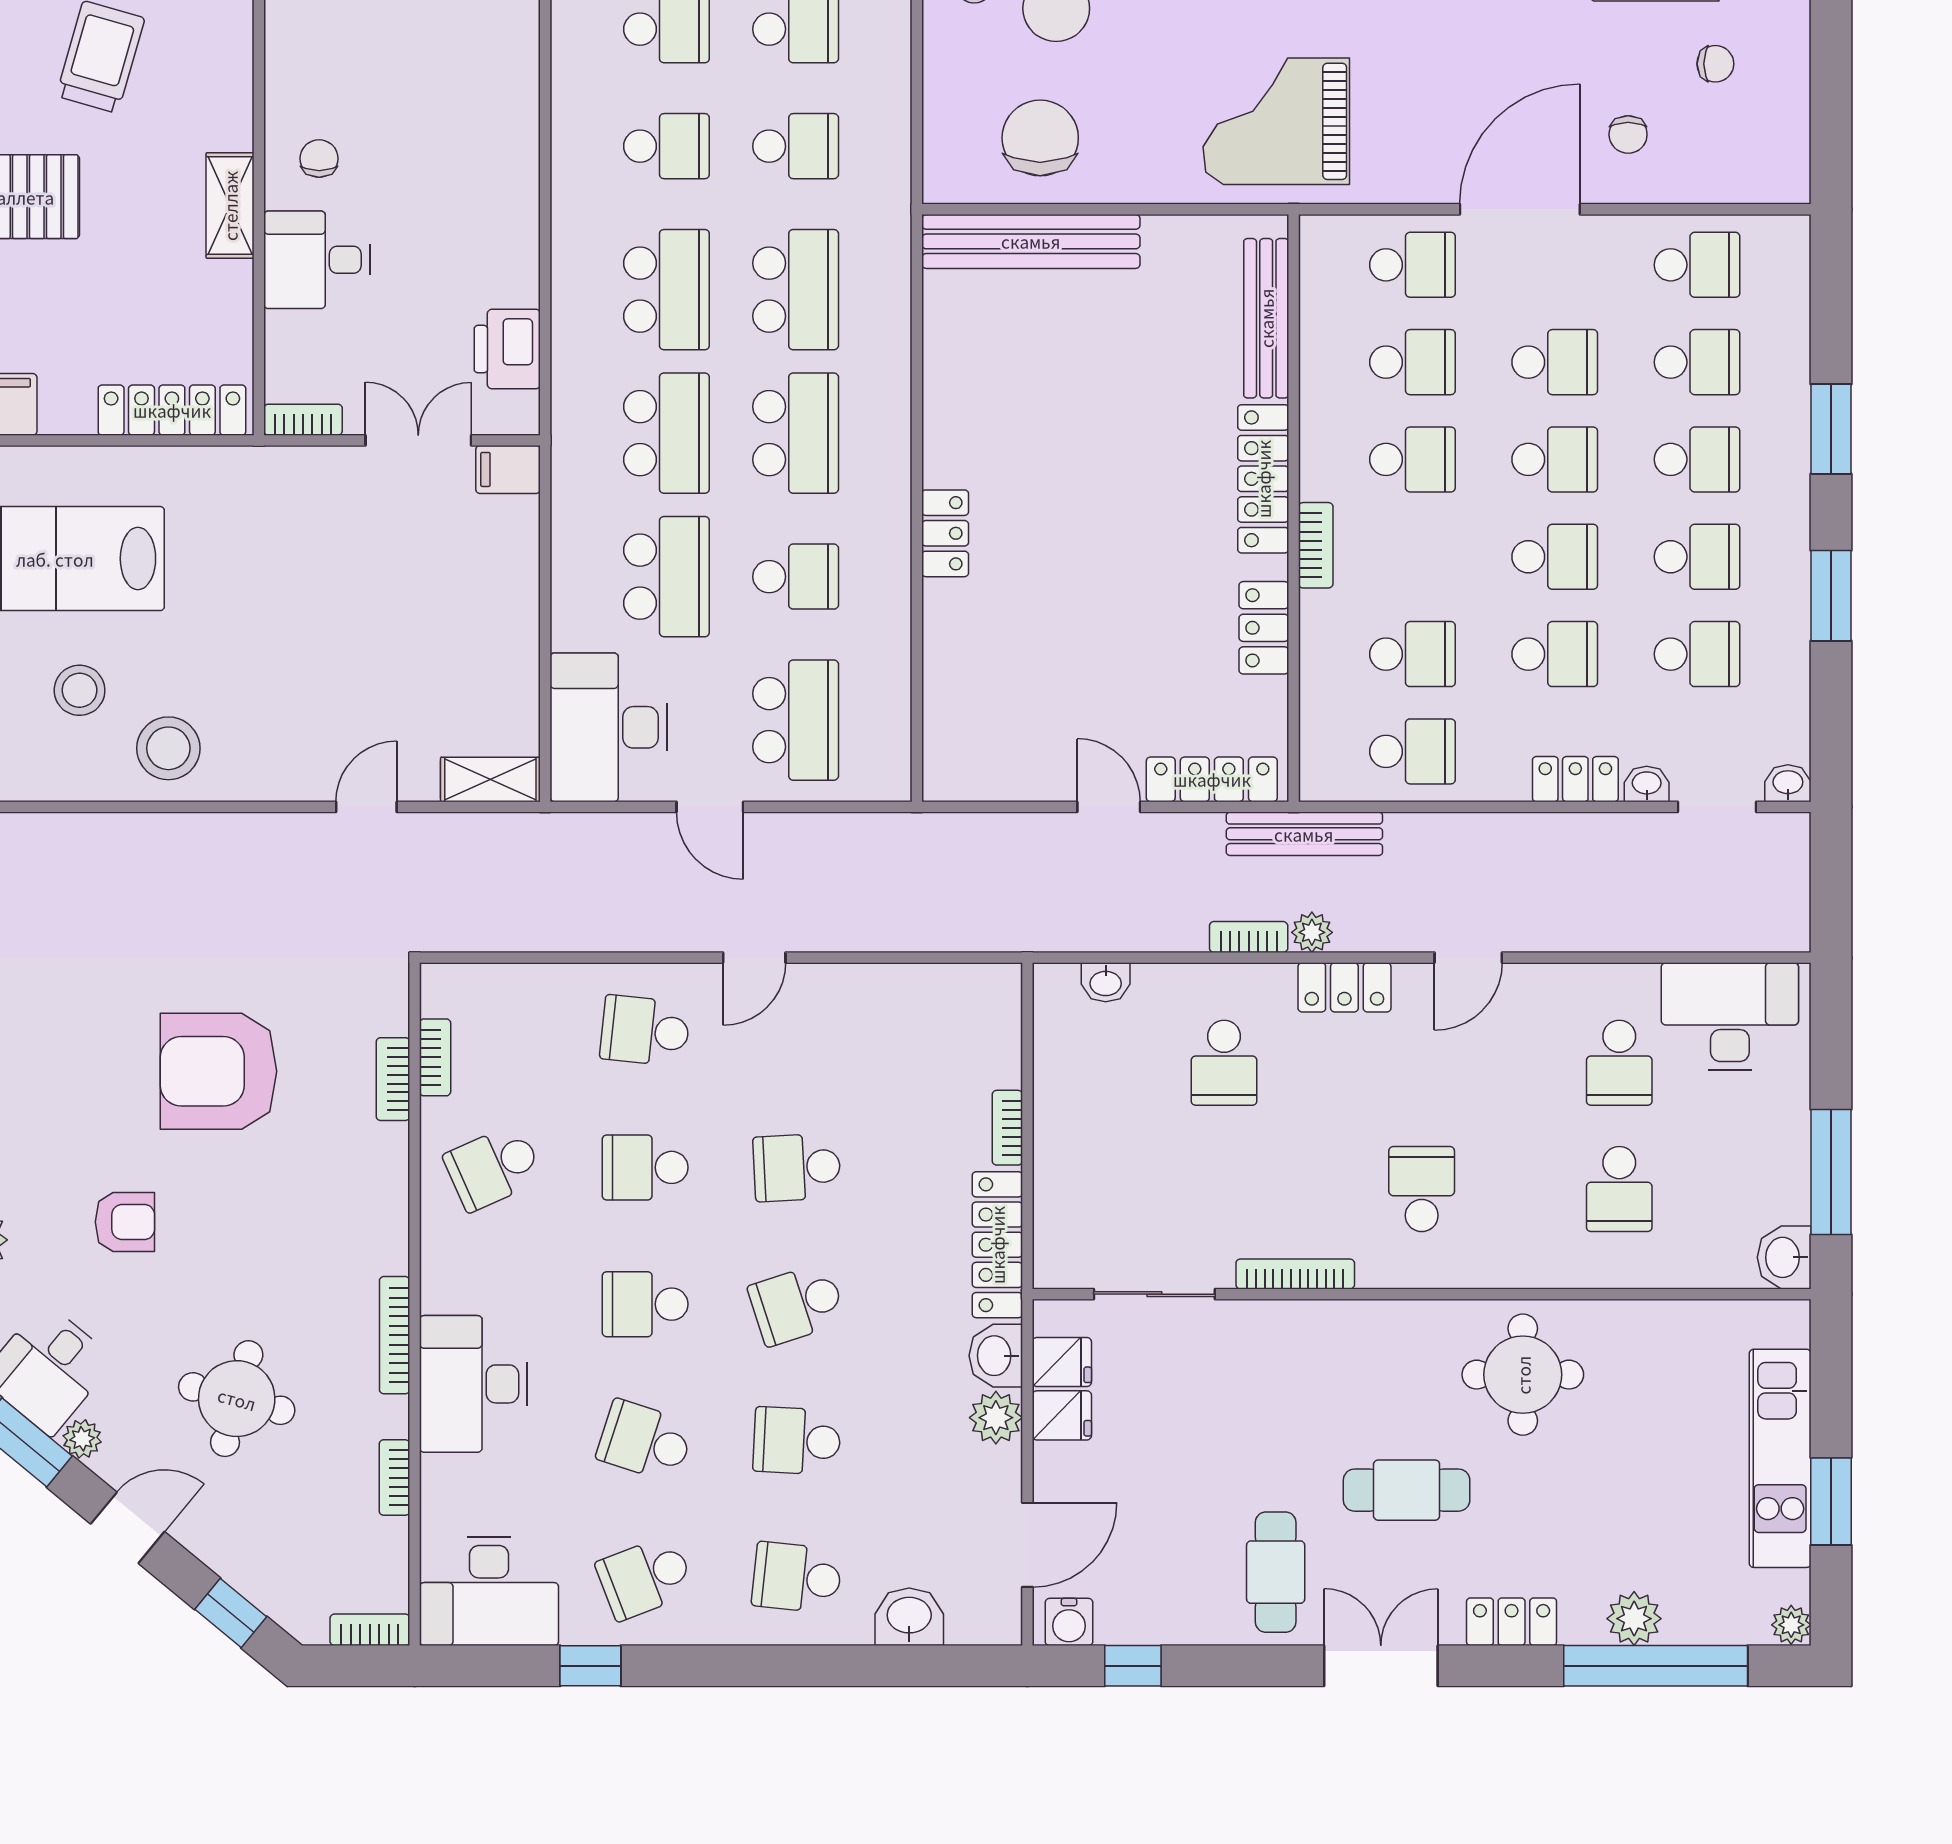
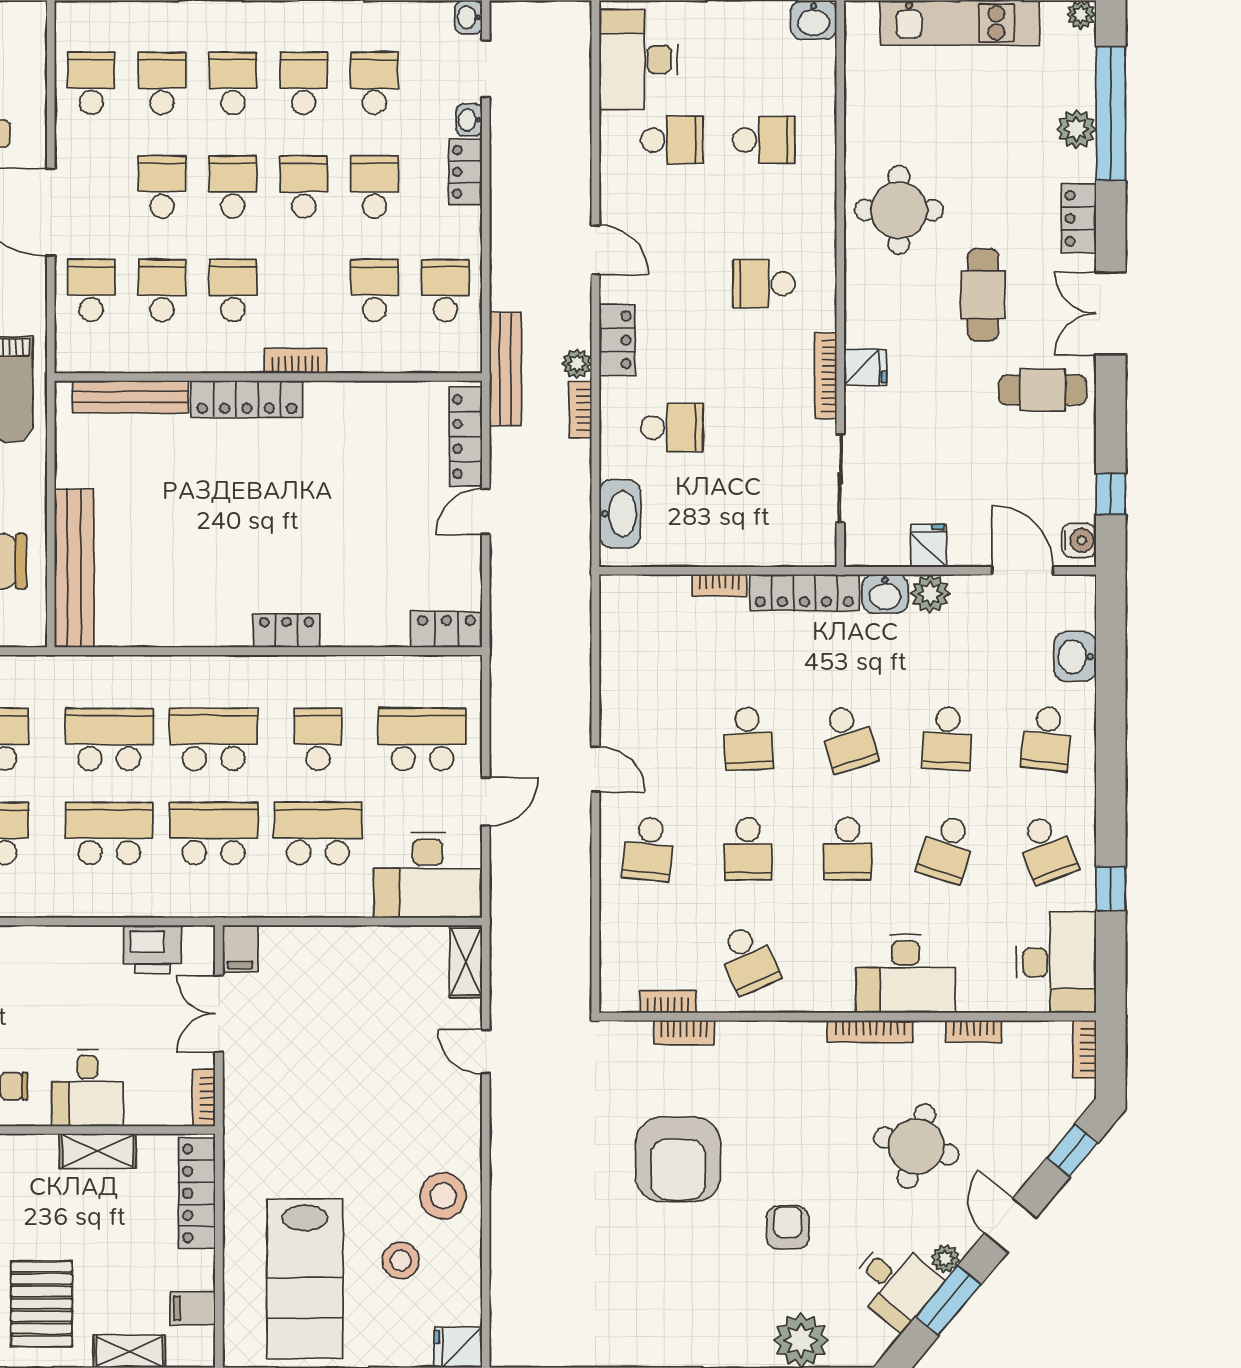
shelving: (230, 206) -> (98, 1151), moved
locker: (1264, 628) -> (446, 629), moved, turned 180
washbasin: (1106, 982) -> (620, 514), width x1.91, depth x1.45
fridge: (1062, 1362) -> (865, 367), moved, turned 90

